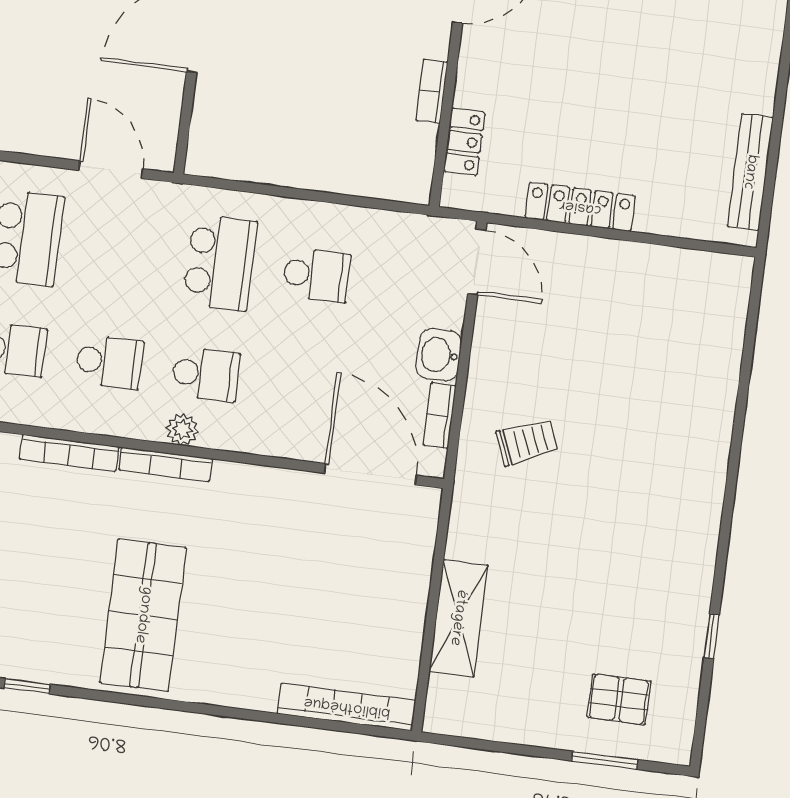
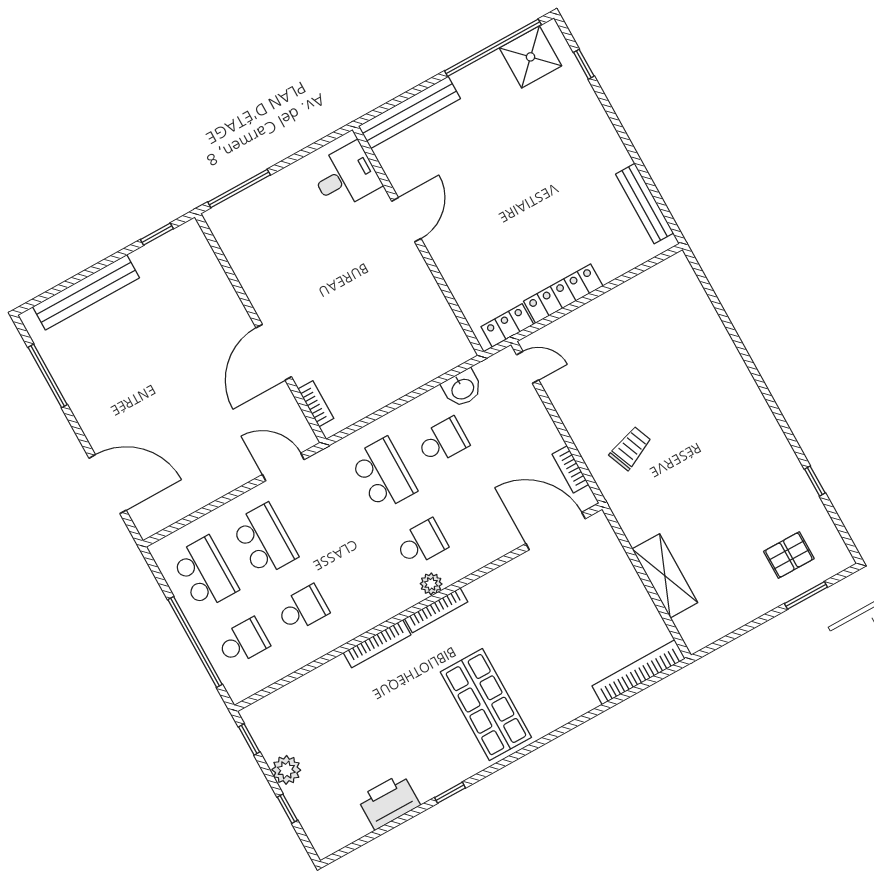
bookcase: (432, 91) -> (316, 404), moved, turned 180
locker: (464, 142) -> (507, 325), moved, turned -90
door: (477, 262) -> (528, 367), width x0.73
washbasin: (439, 355) -> (462, 388), moved, turned -90
school desk: (109, 362) -> (362, 576), removed

